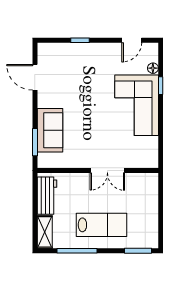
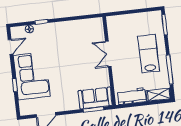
door: (132, 40) -> (11, 47), hinge flipped
corner sofa: (137, 105) -> (32, 76), moved, turned -90
sofa: (50, 130) -> (95, 98), moved
double door: (107, 171) -> (108, 54), swing flipped

